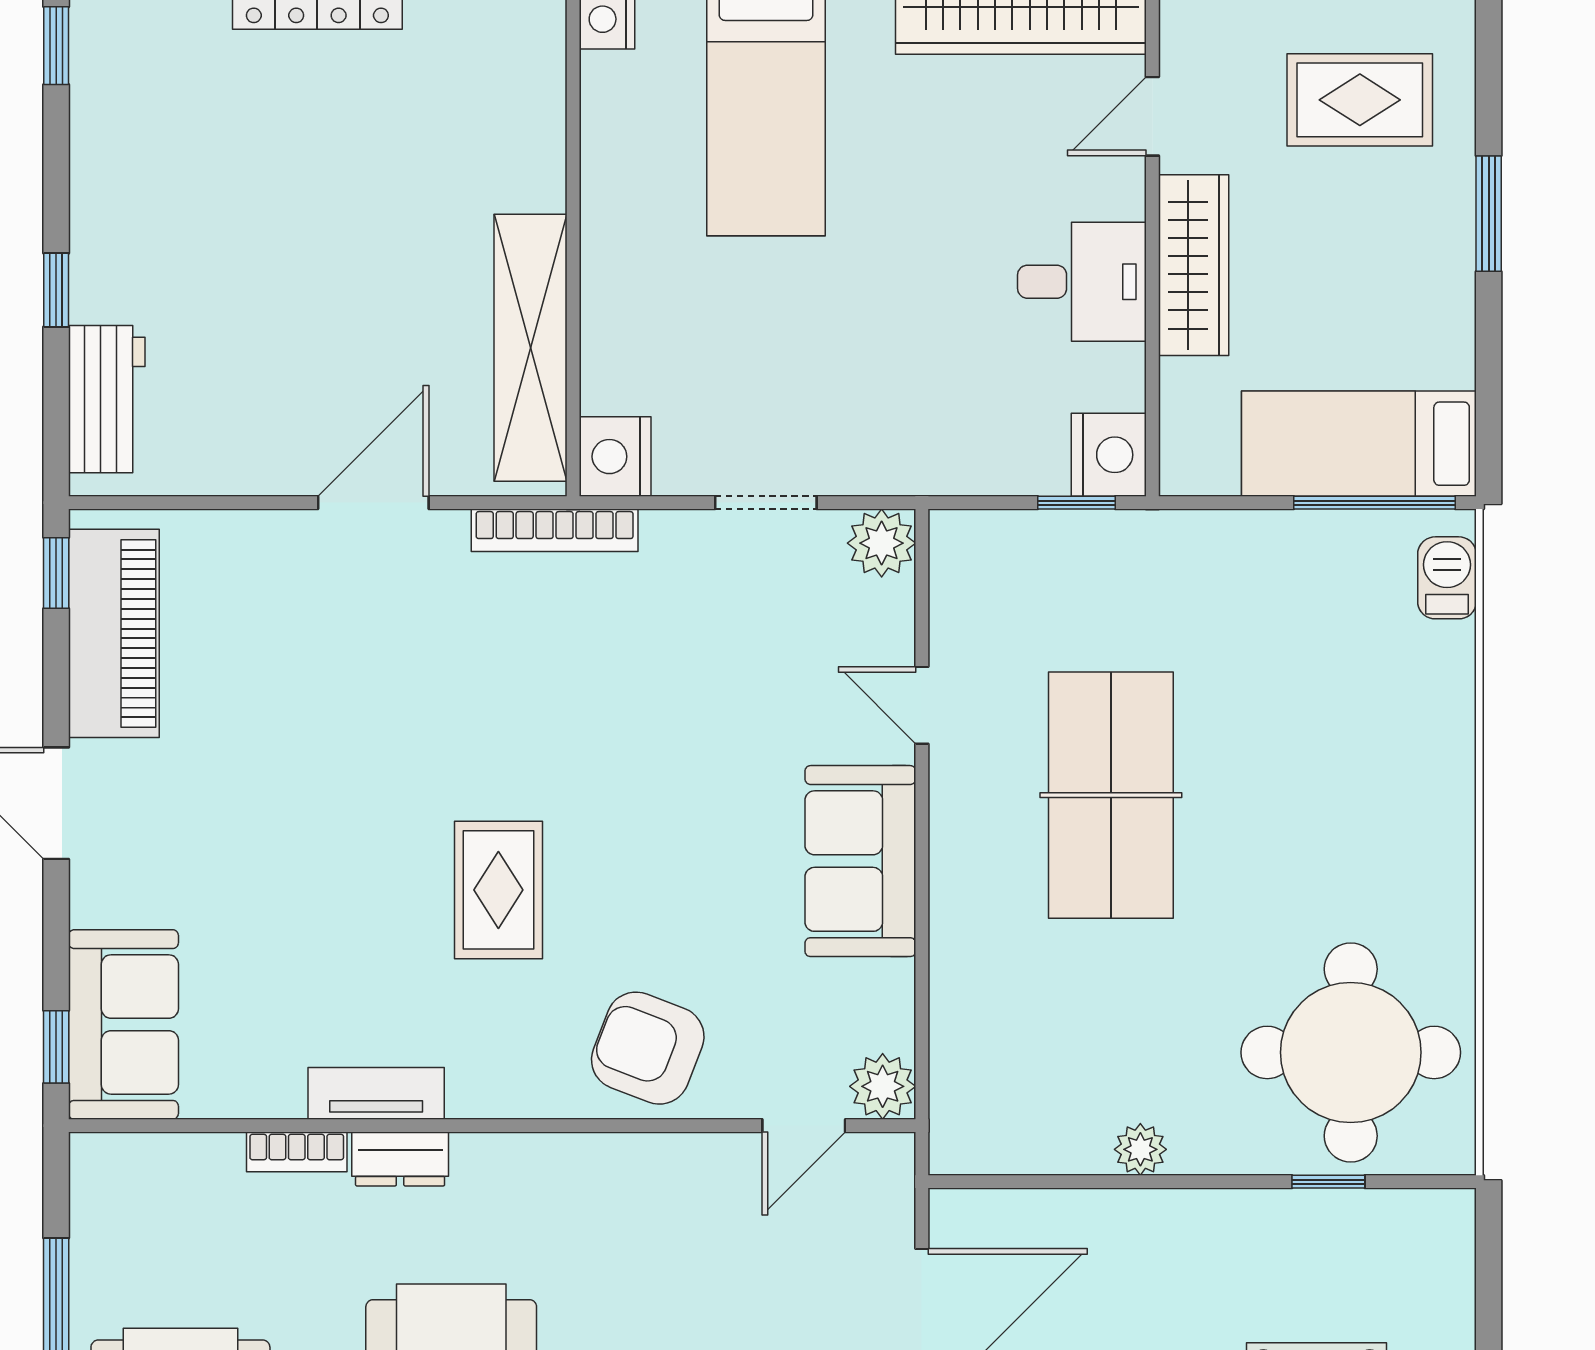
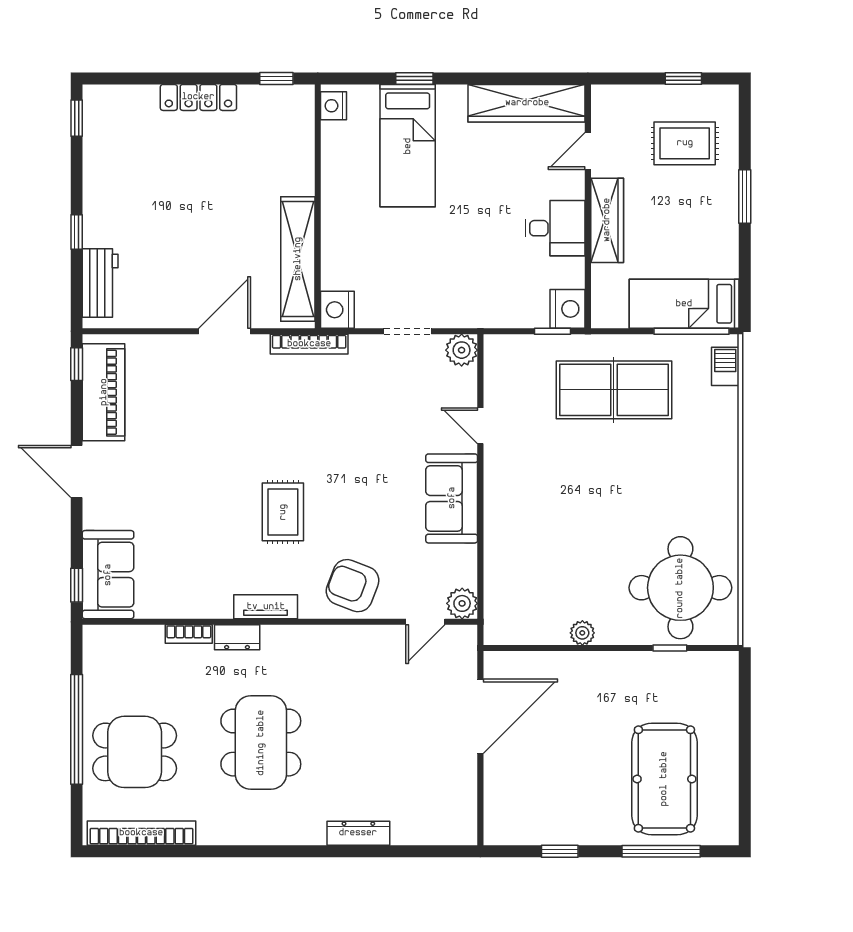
table tennis table: (1111, 795) -> (614, 390), moved, turned 90
tv unit: (376, 1093) -> (266, 607), moved

